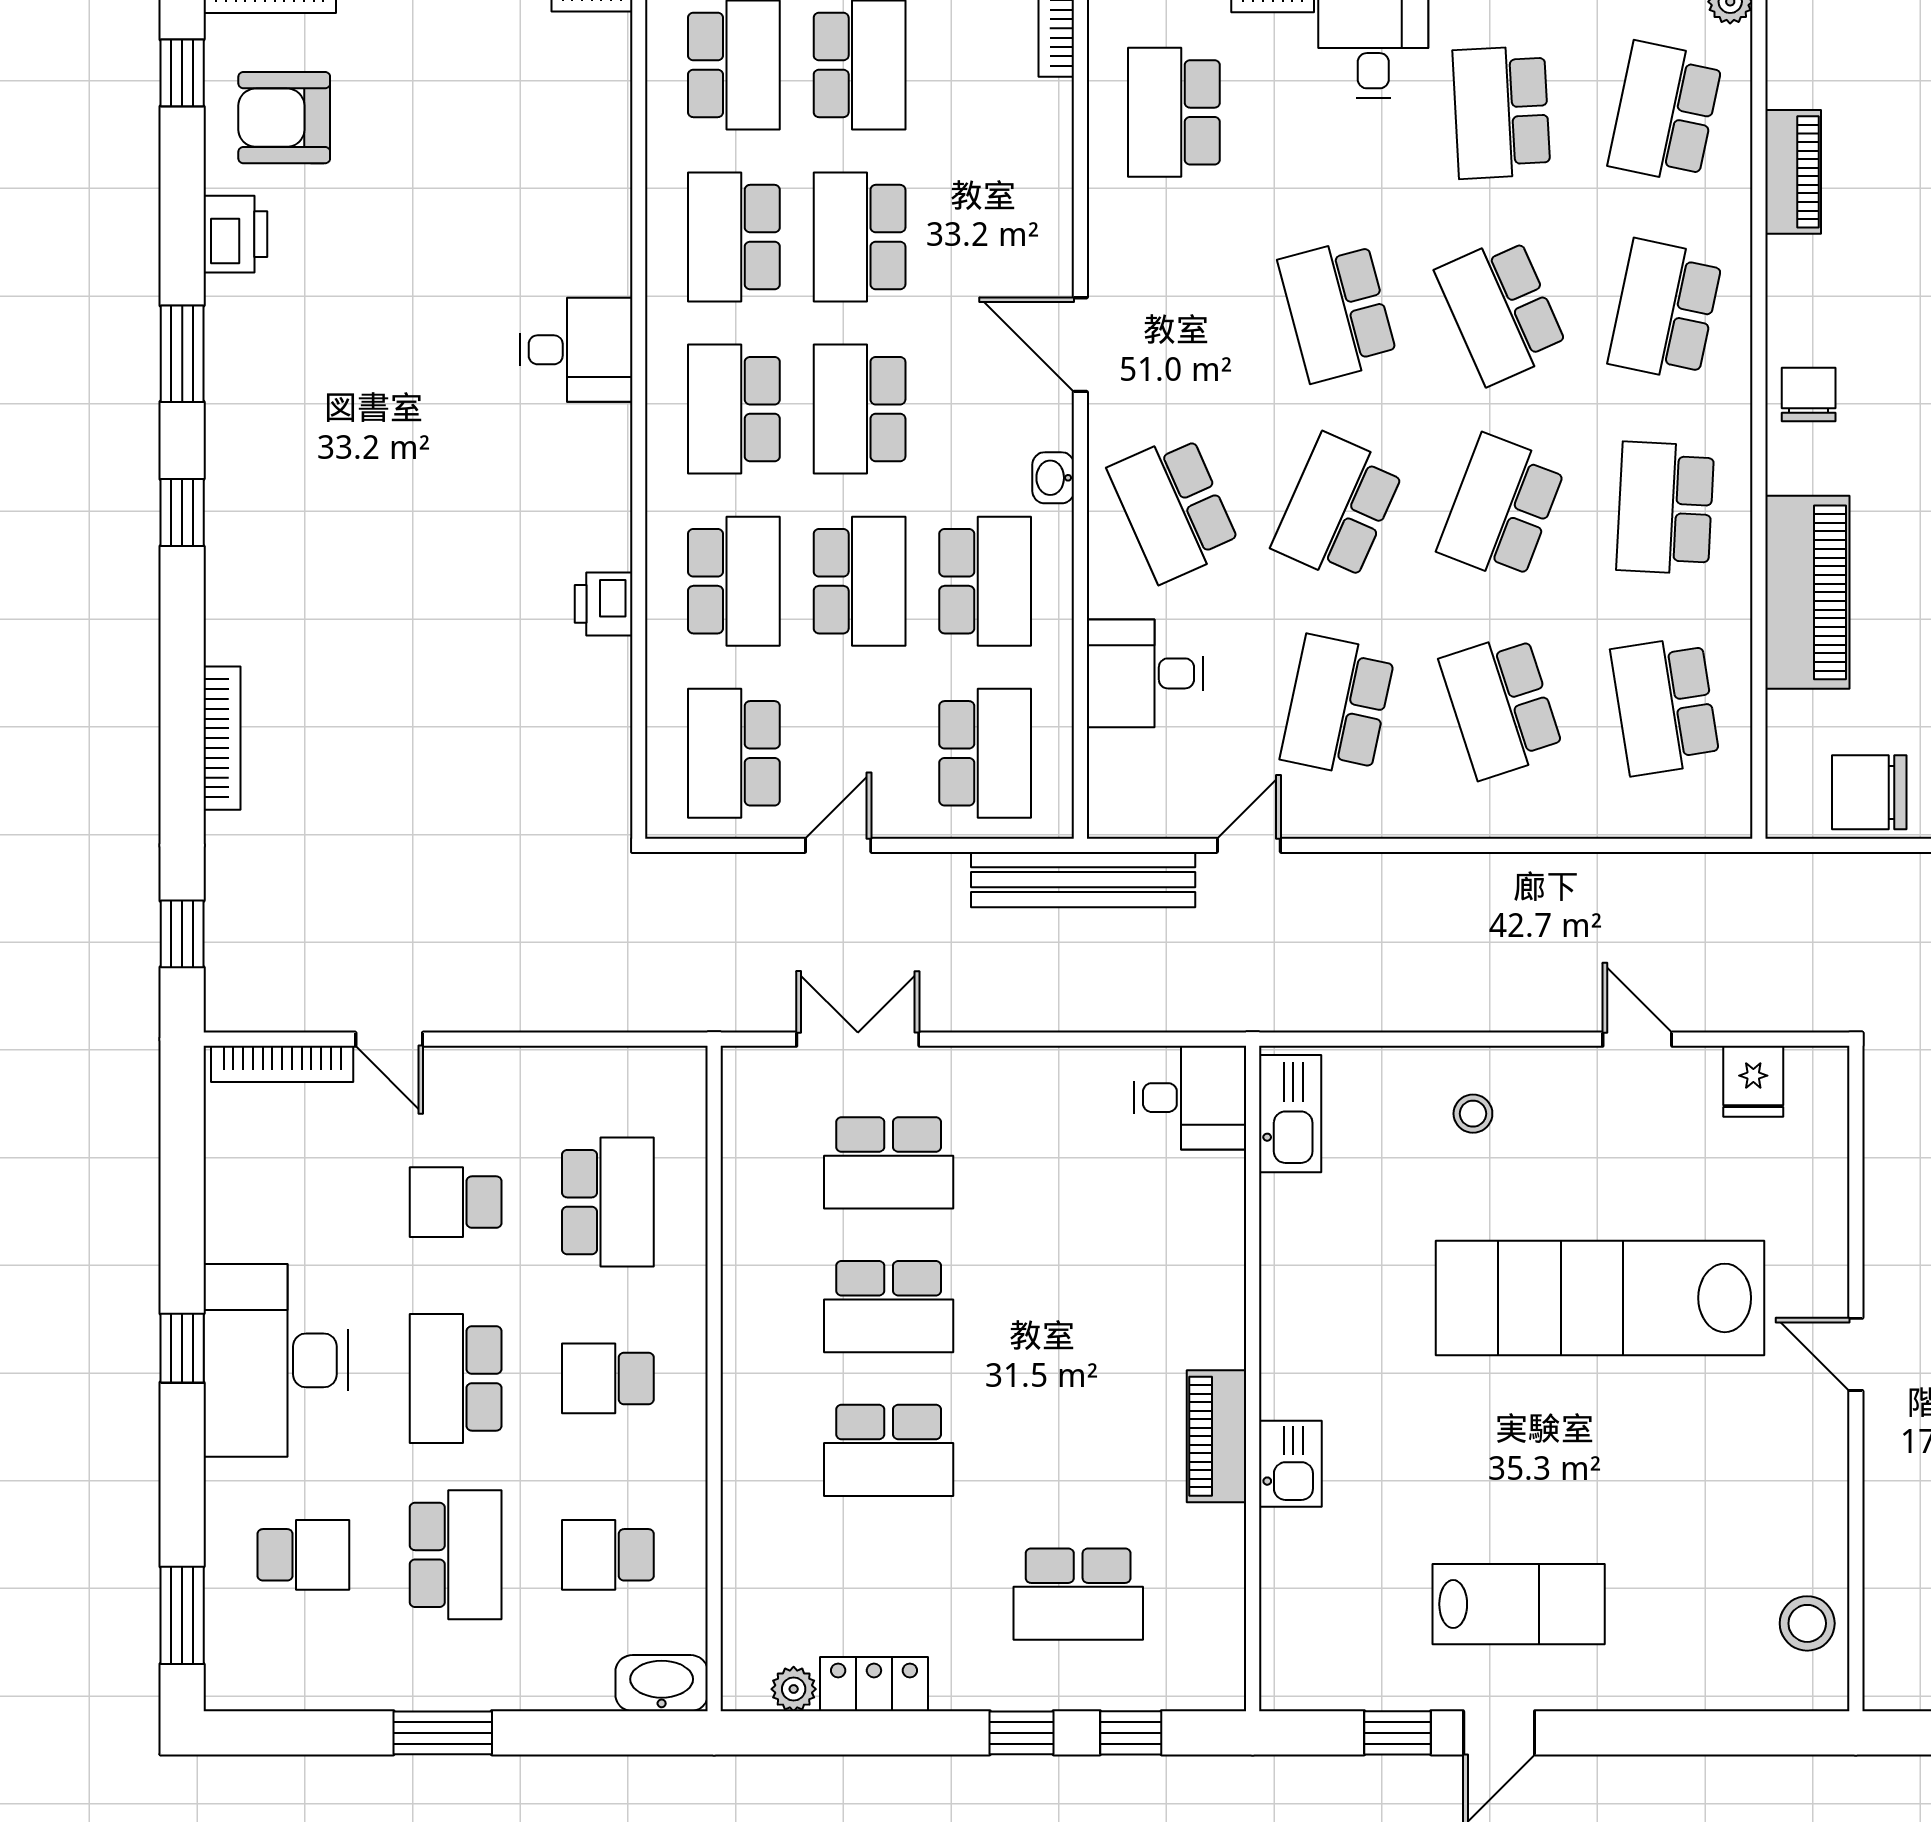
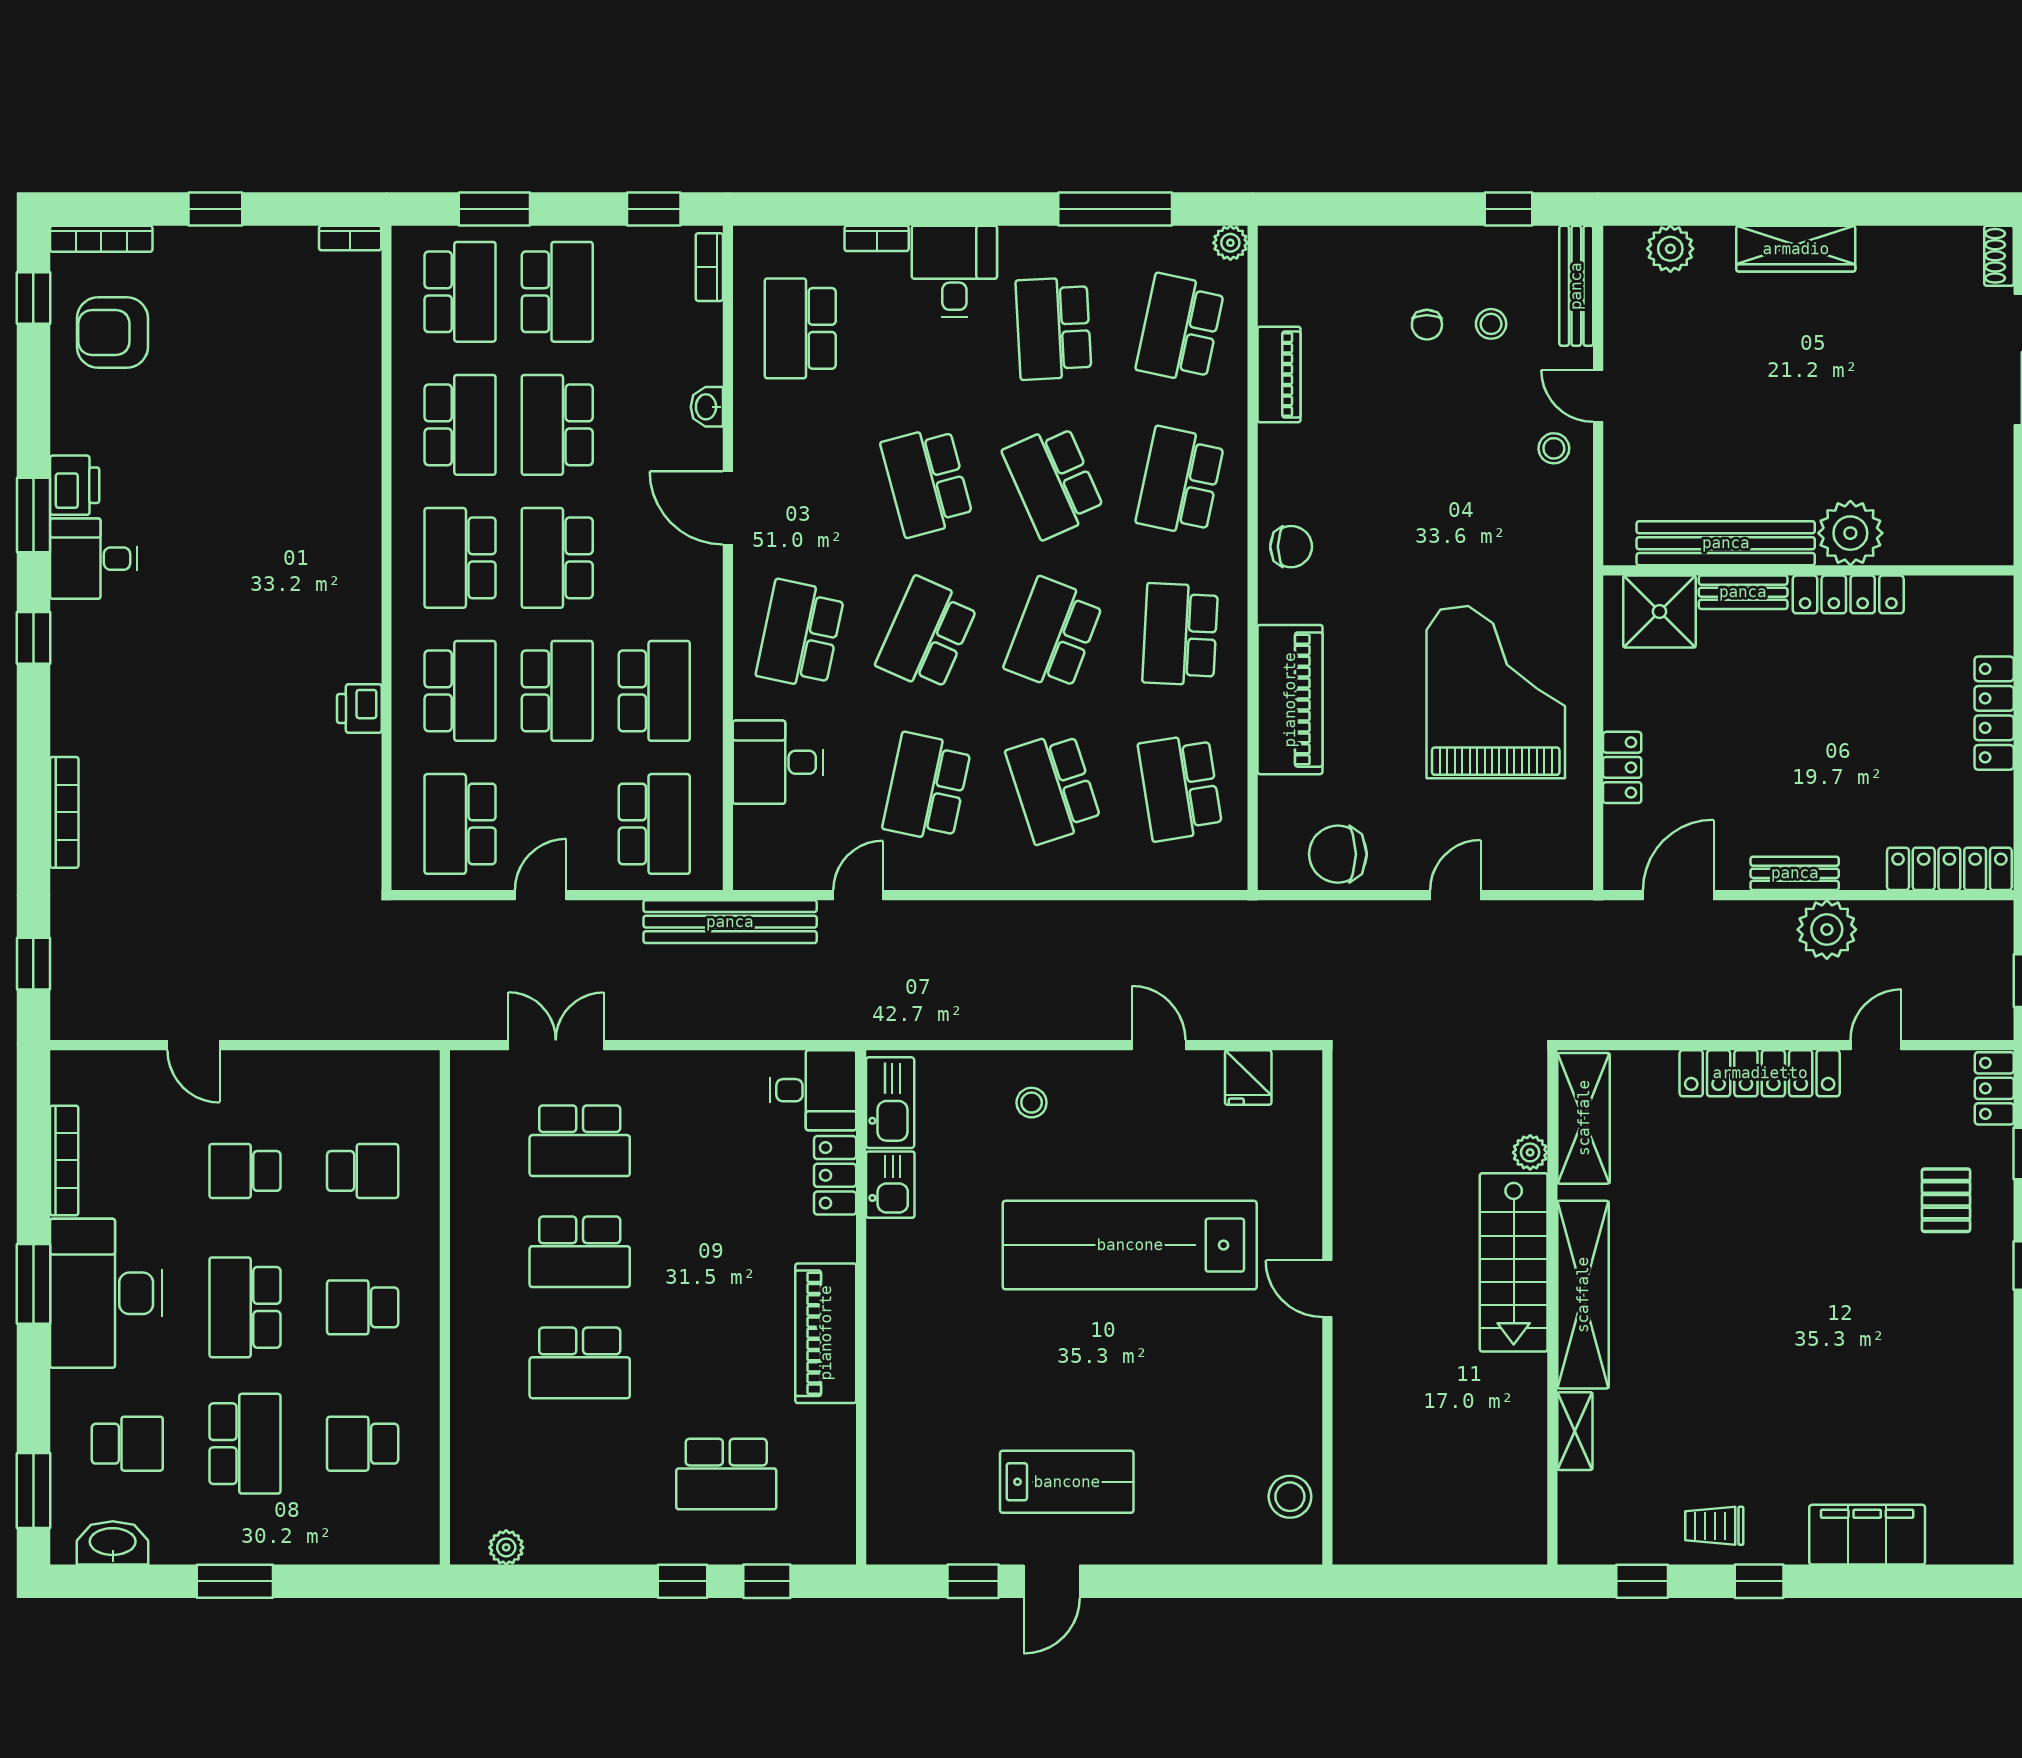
printer: (235, 234) -> (75, 485), moved
school desk: (734, 237) -> (460, 425), turned 180
desk: (576, 350) -> (94, 559), moved, turned 180
chair: (1809, 394) -> (1291, 547), turned 90
washbasin: (1053, 478) -> (707, 407), moved
school desk: (1174, 508) -> (800, 634), turned 36
bookcase: (282, 1064) -> (64, 1160), moved, turned -90
school desk: (608, 1202) -> (363, 1171), width x0.54
window: (182, 1348) -> (33, 1284), width x1.50
piano: (1217, 1436) -> (826, 1333), width x1.37, depth x1.33
kitchen sink: (1290, 1464) -> (890, 1185), moved
washbasin: (662, 1683) -> (113, 1543), moved
locker: (874, 1684) -> (835, 1175), moved, turned -90

